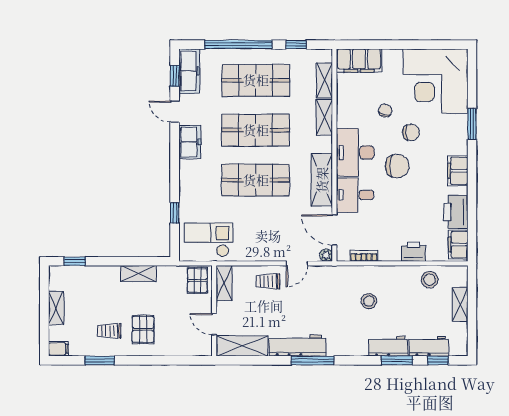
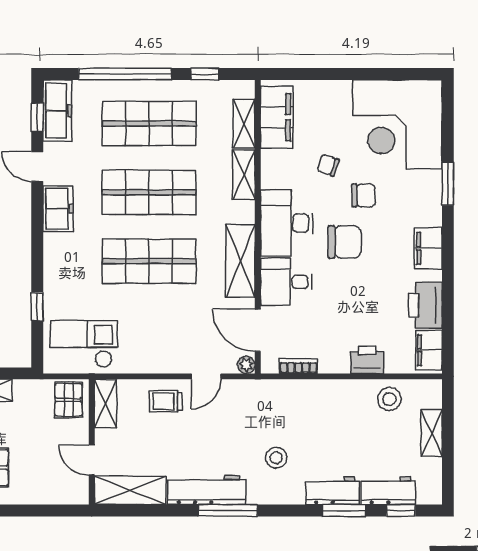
filing cabinet: (359, 60) -> (277, 117), moved, turned -90
chair: (385, 111) -> (328, 165), turned -84
stool: (369, 301) -> (276, 458), moved

